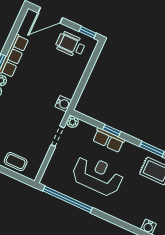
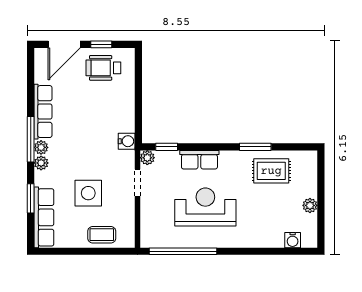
window: (88, 32) -> (101, 44), moved
side table: (19, 128) -> (88, 193), added
window: (112, 131) -> (167, 147), moved

